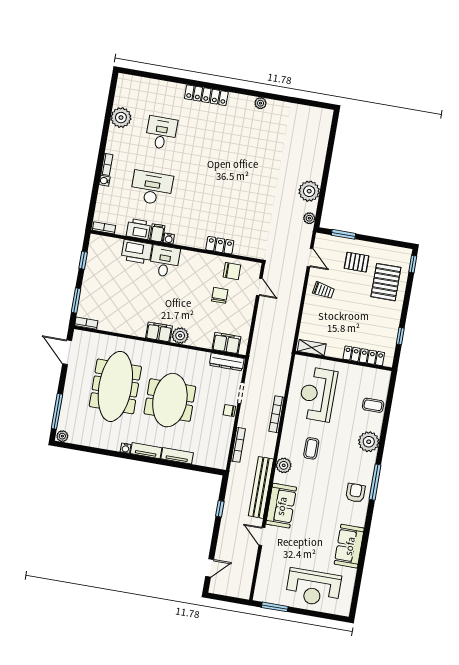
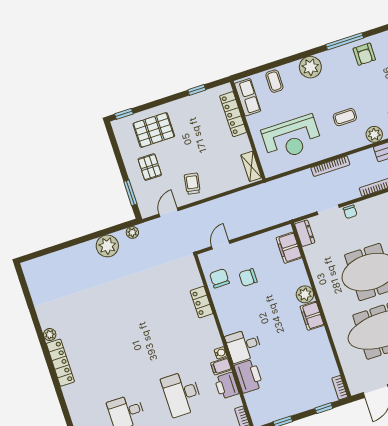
locker: (206, 95) -> (60, 363), moved
window: (76, 301) -> (324, 408), width x0.67
dresser: (227, 362) -> (305, 233), width x0.70
row of seats: (371, 376) -> (248, 97), added
armchair: (356, 493) -> (364, 54), turned -90

